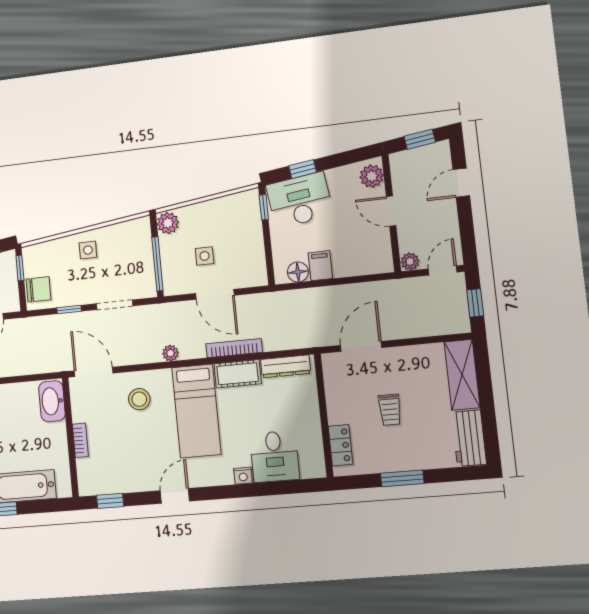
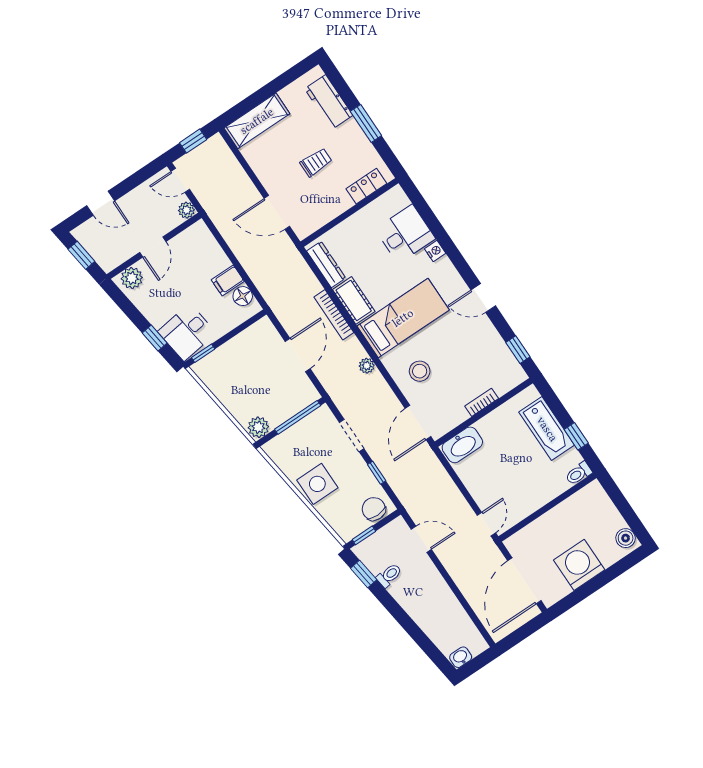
desk: (300, 200) -> (187, 332), width x0.73
side table: (88, 250) -> (317, 484), width x1.87, depth x1.87
side table: (205, 256) -> (270, 381), removed
workbench: (469, 438) -> (329, 102), moved, turned 90

